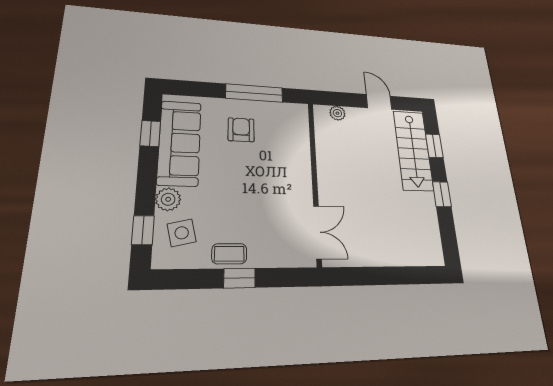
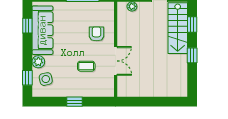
armchair: (241, 130) -> (96, 34), moved
double door: (318, 232) -> (116, 61), moved
coffee table: (229, 254) -> (86, 66), moved

